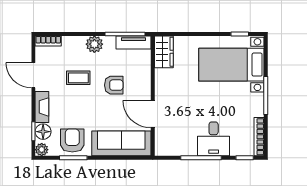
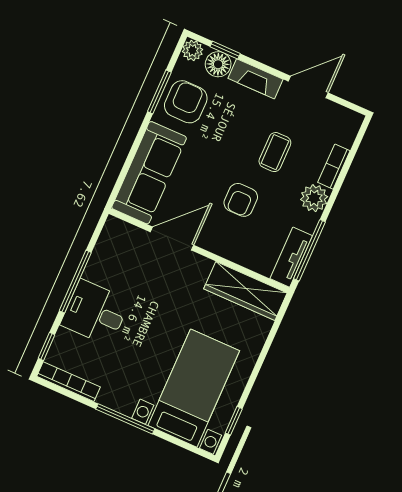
bookcase: (48, 41) -> (334, 167), moved
wardrobe: (164, 52) -> (245, 291), width x1.50
armchair: (72, 140) -> (186, 102), turned -90

